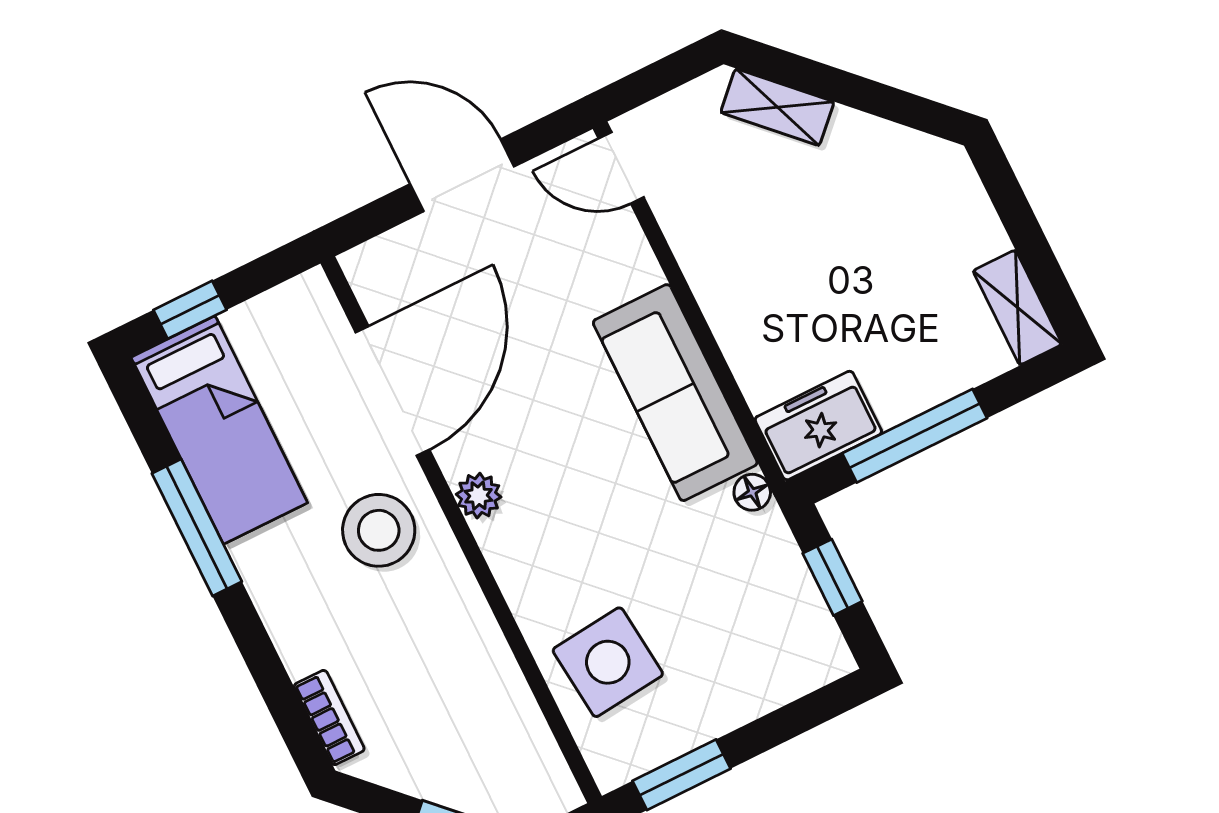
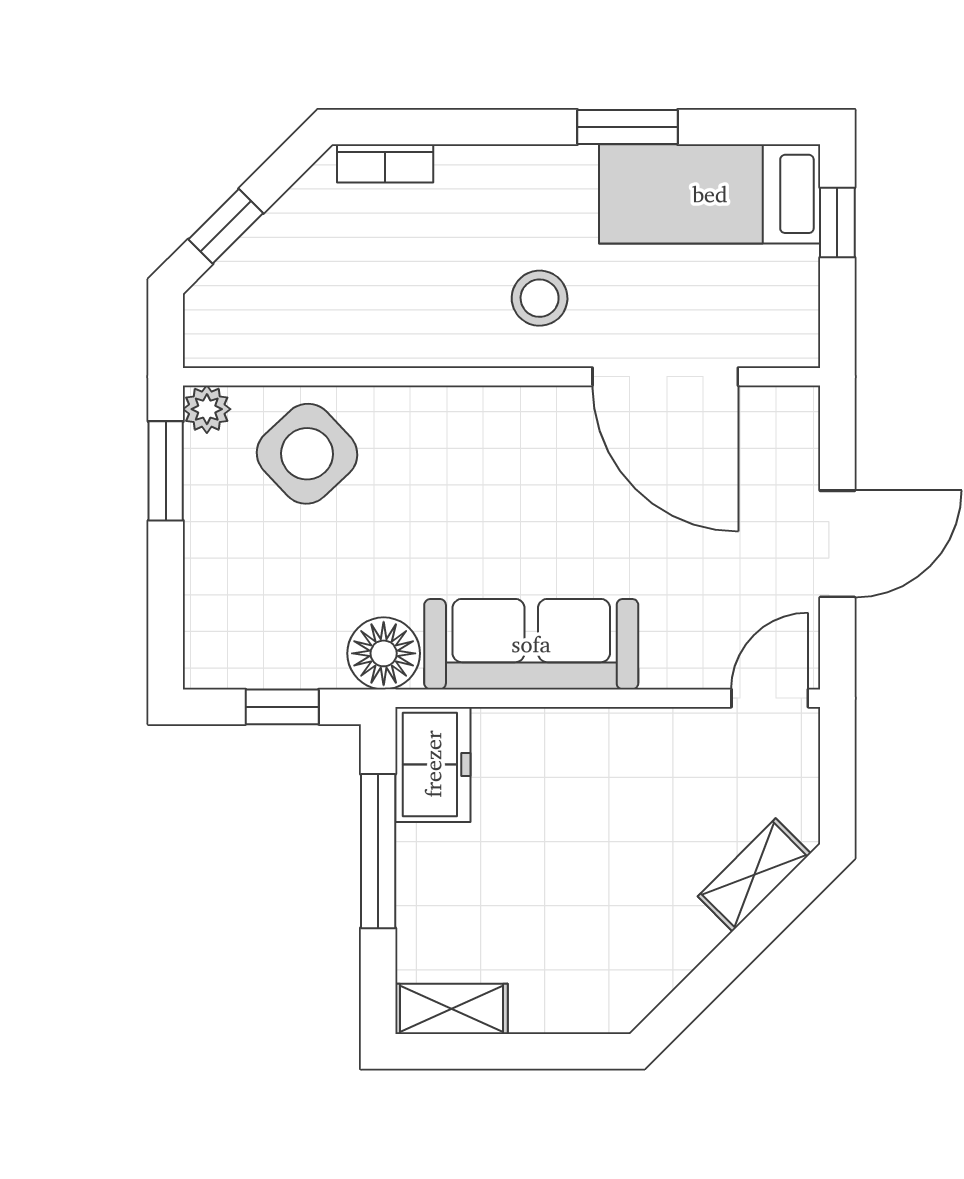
floor lamp: (752, 492) -> (384, 653), width x1.89, depth x1.89
plant: (479, 496) -> (207, 409), moved
window: (197, 528) -> (627, 127), width x0.69
stool: (379, 530) -> (540, 298), width x0.73, depth x0.73
side table: (608, 662) -> (307, 454), turned -37

